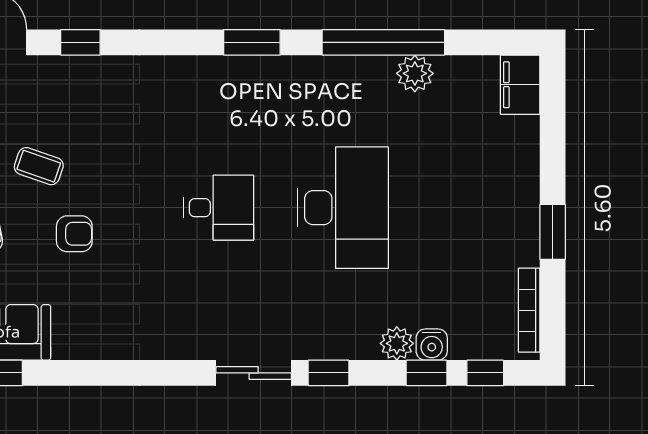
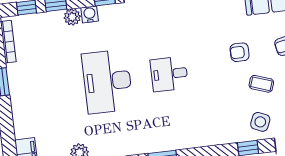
side table: (50, 91) -> (260, 122), added
water cooler: (432, 345) -> (90, 14), moved

